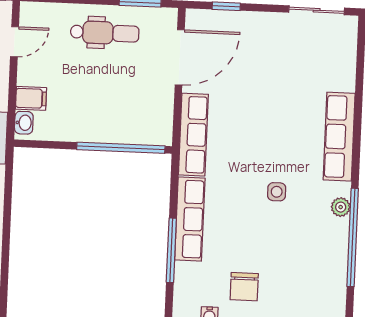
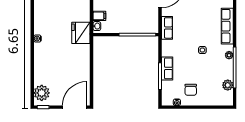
row of seats: (193, 135) -> (167, 28), width x0.68
row of seats: (190, 219) -> (167, 68), width x0.68
plant: (334, 279) -> (228, 85), added

